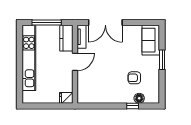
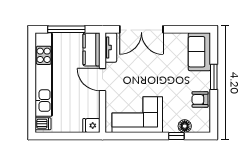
door: (75, 62) -> (103, 80), swing flipped
armchair: (134, 78) -> (200, 99), moved
corner sofa: (102, 89) -> (137, 115), added
dishwasher: (28, 96) -> (43, 124), added

